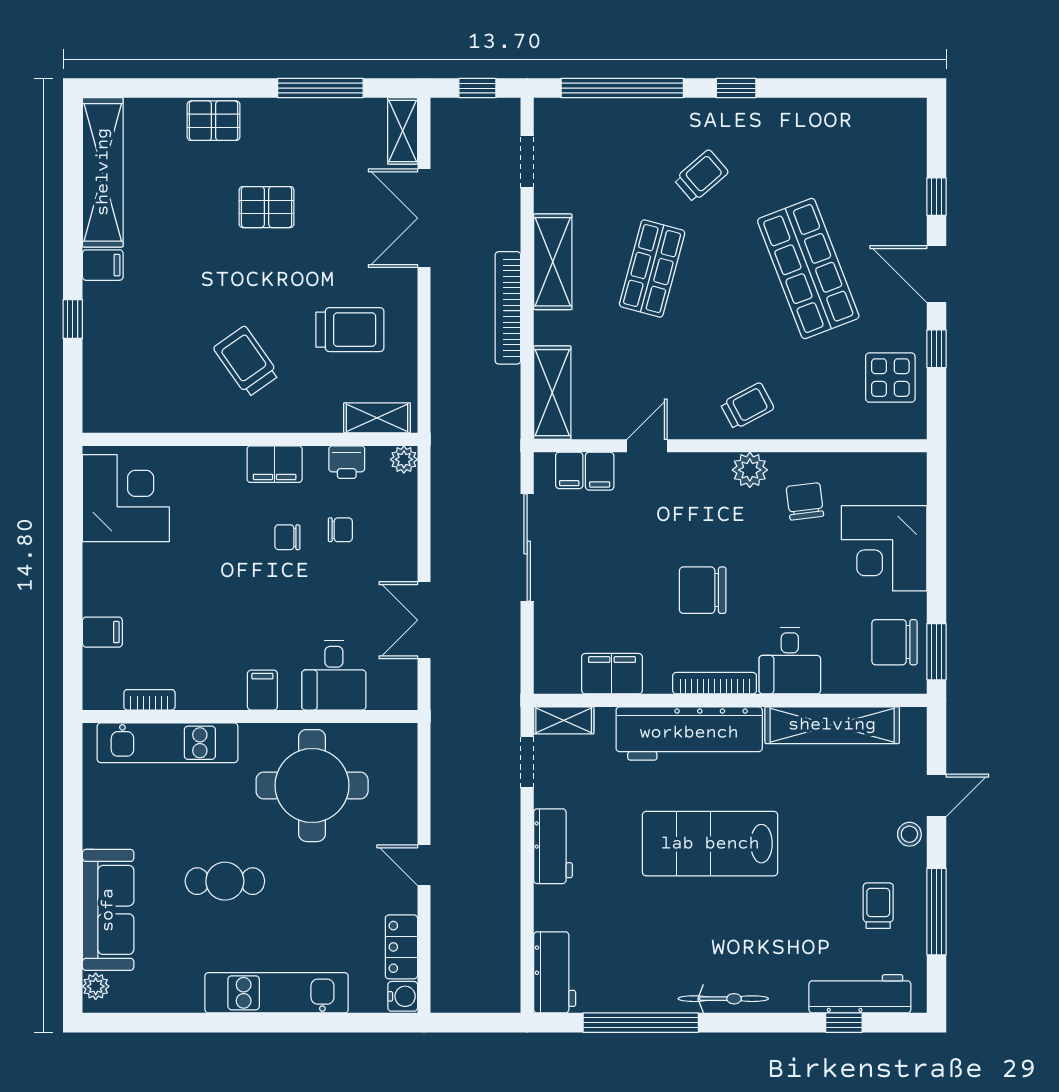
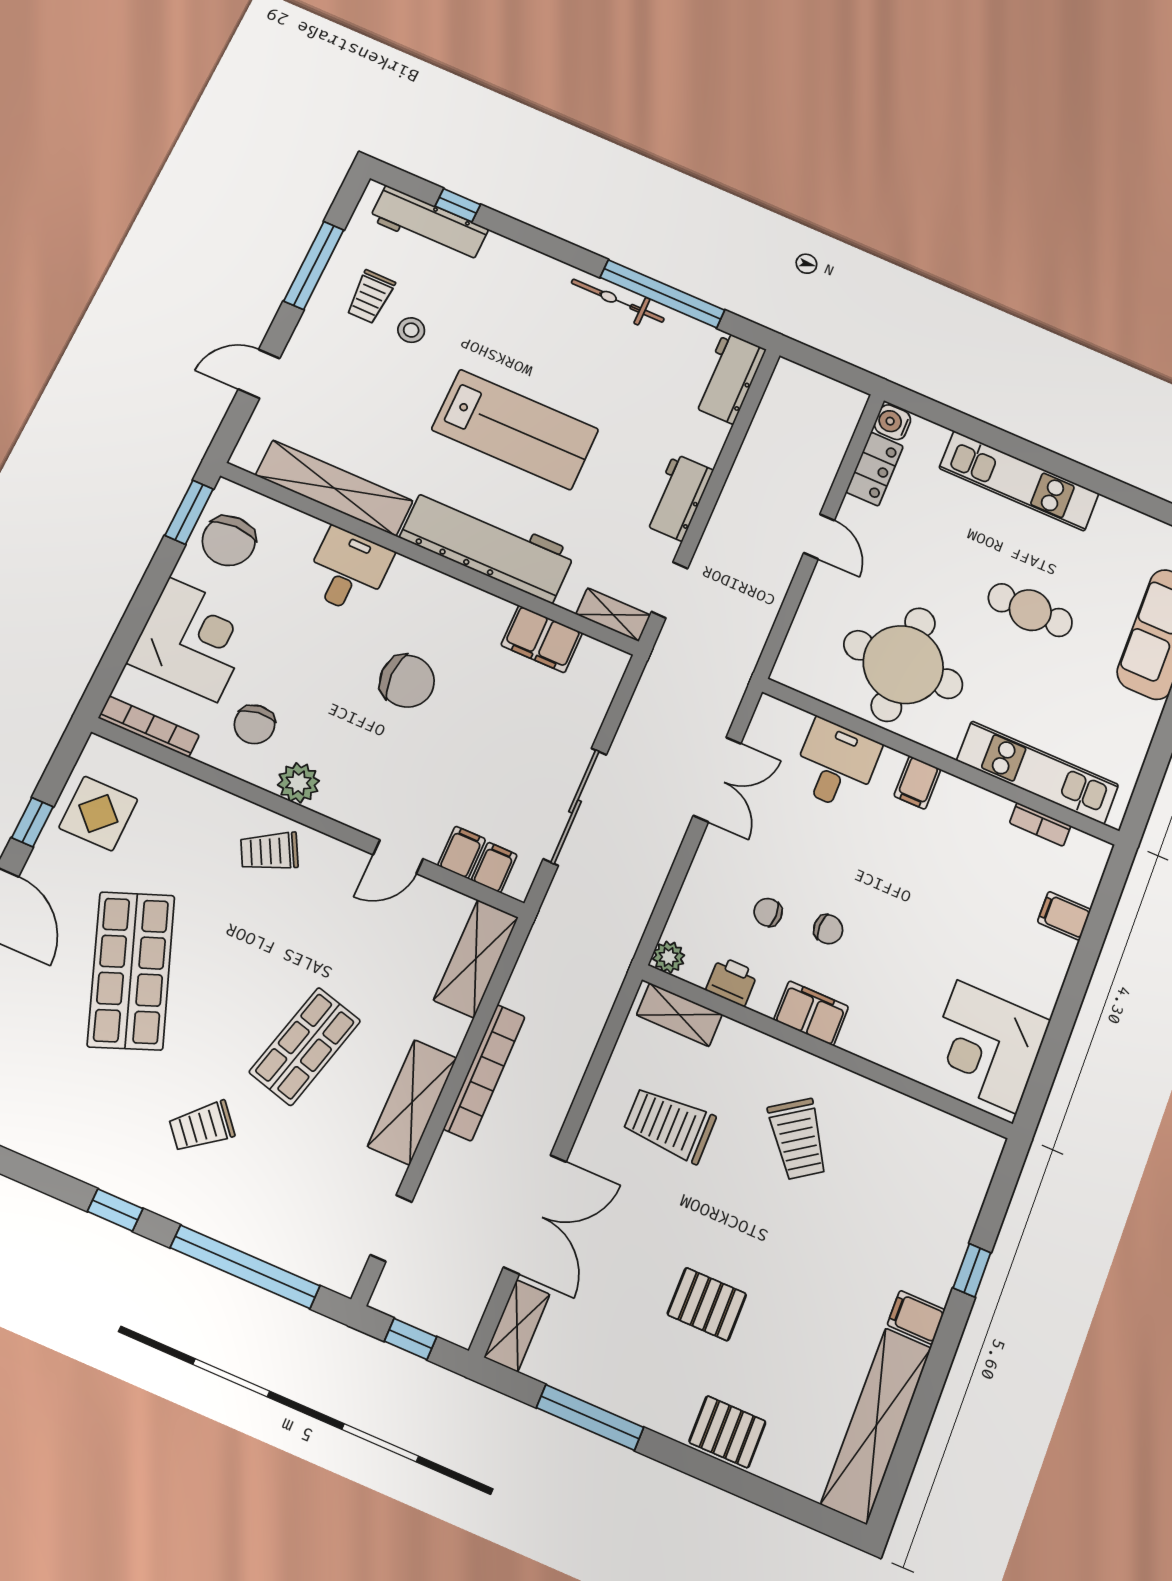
chair: (894, 642) -> (229, 541), turned 90
bookcase: (715, 683) -> (149, 727), moved, turned 180
stool: (909, 834) -> (411, 330), moved
bicycle: (723, 999) -> (618, 301), moved

